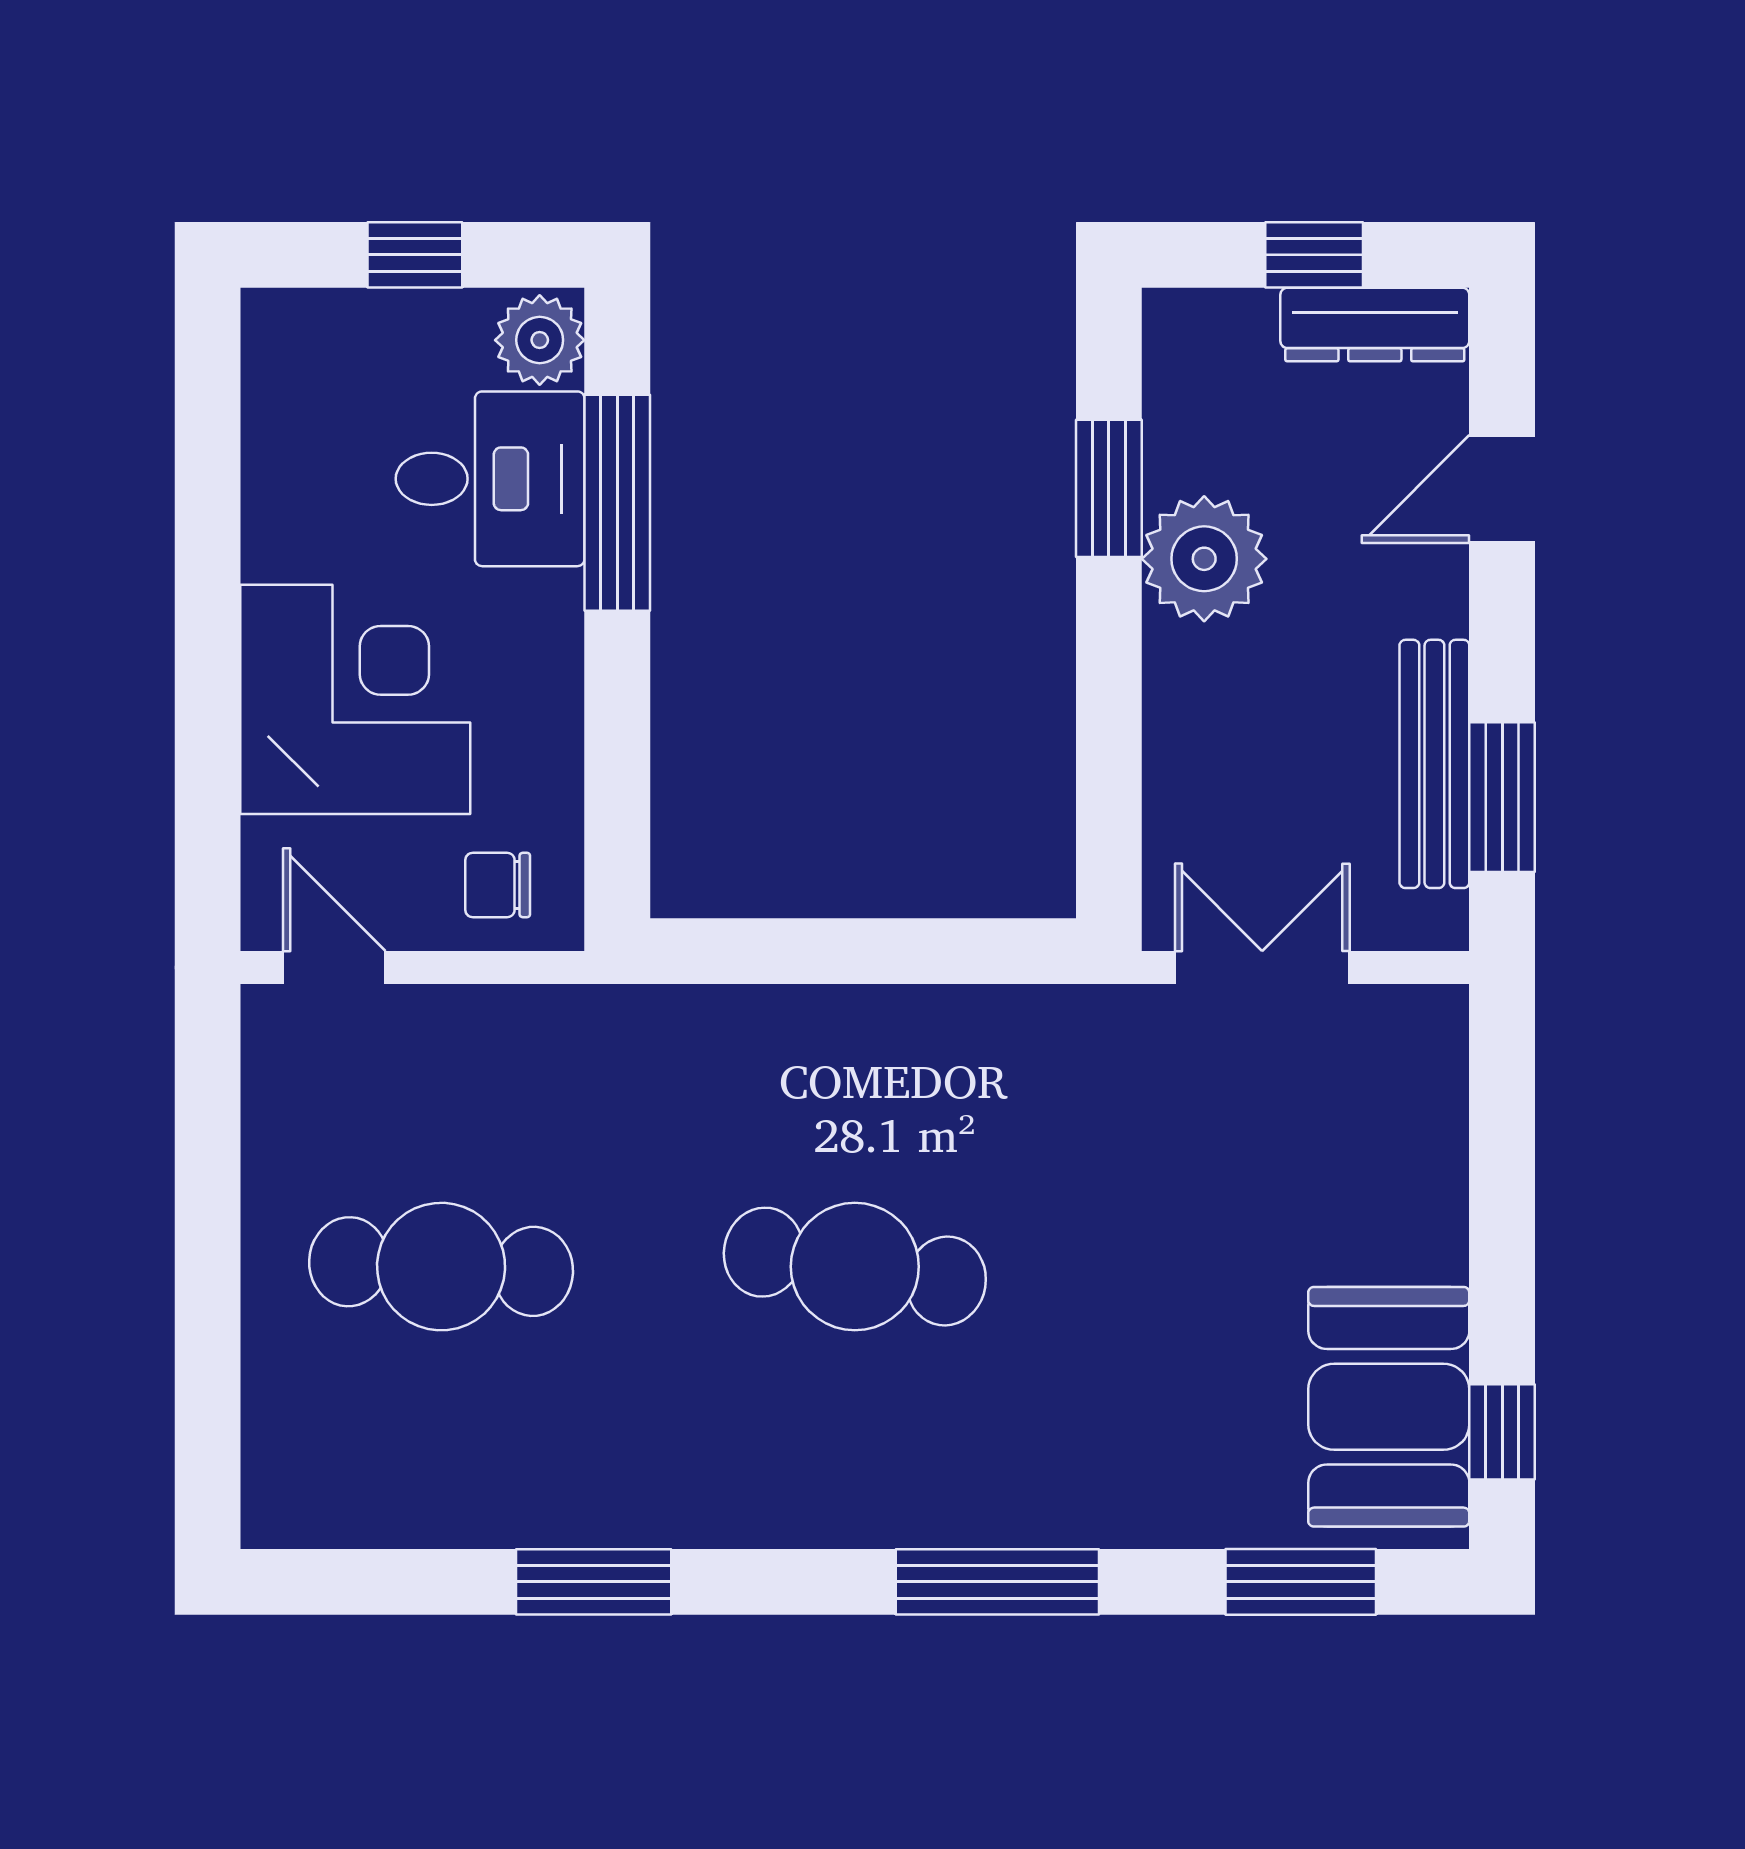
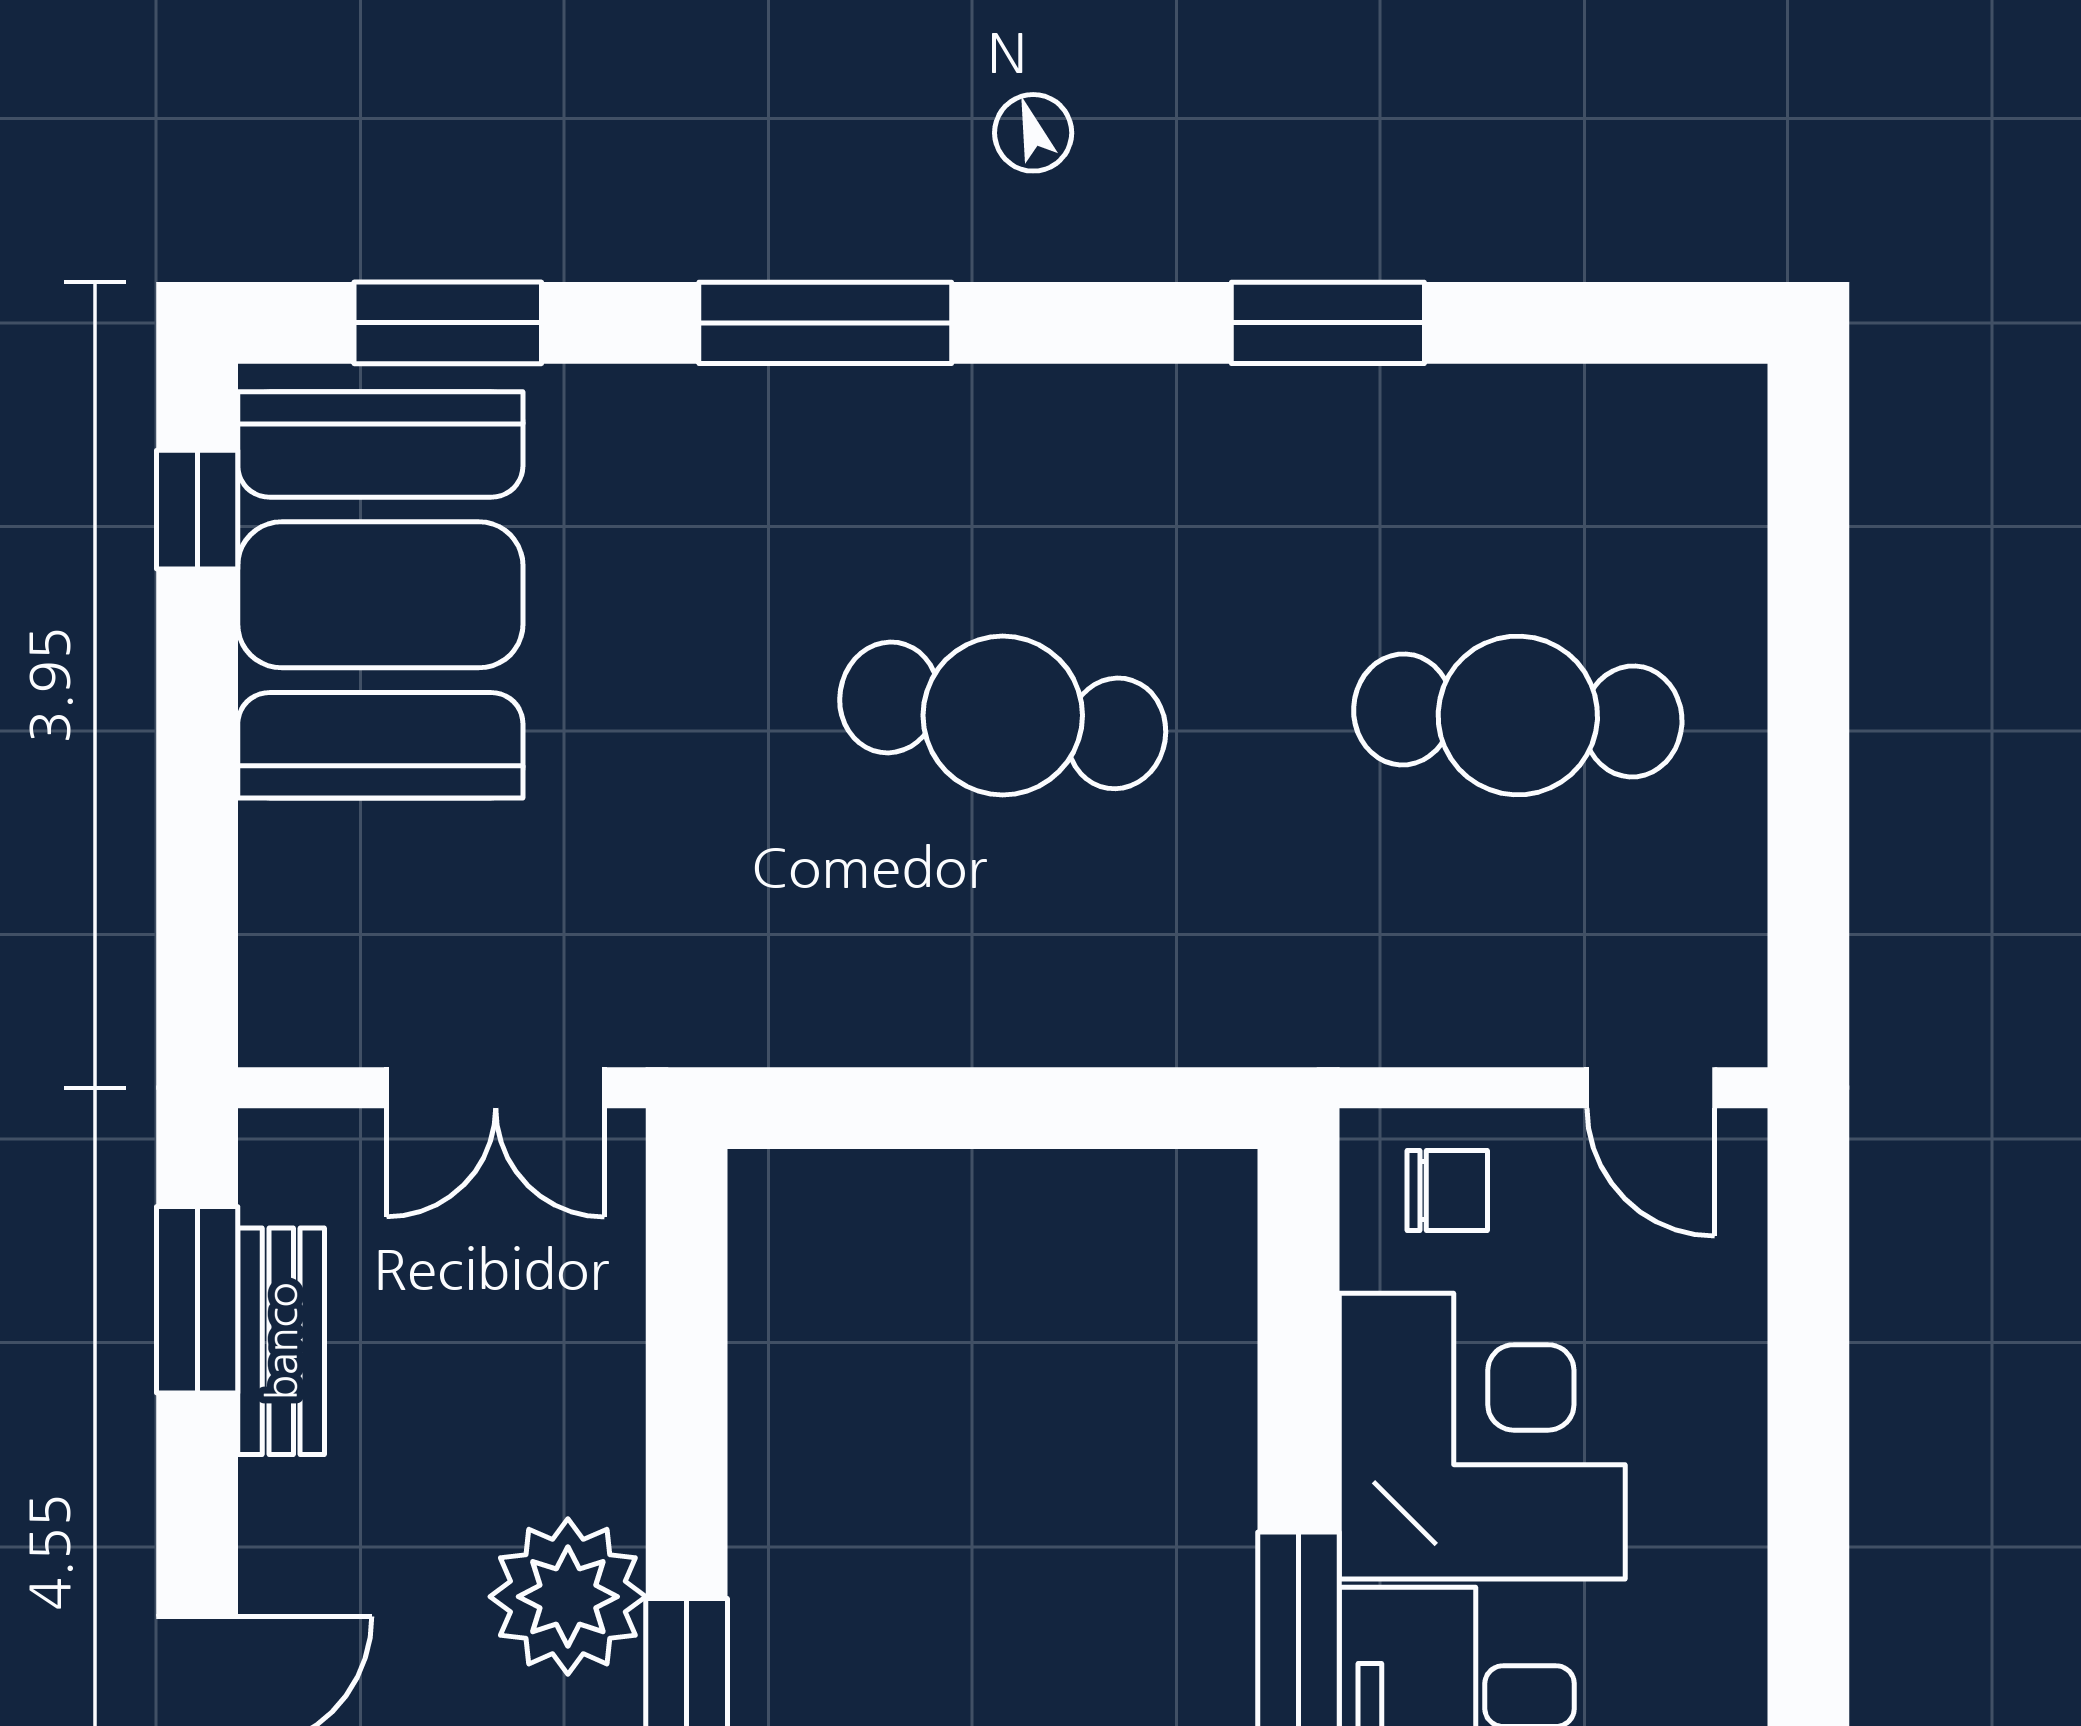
corner desk: (355, 699) -> (1482, 1436), moved, turned 180
bench: (1434, 764) -> (281, 1341), width x0.73
booth: (1389, 1407) -> (380, 595), width x1.36, depth x1.42

